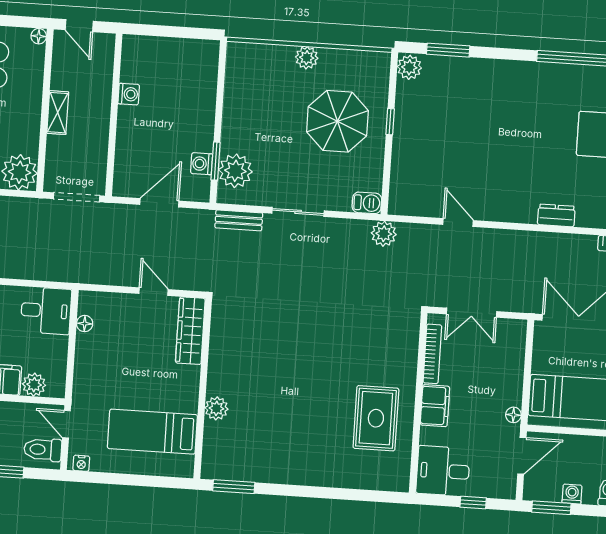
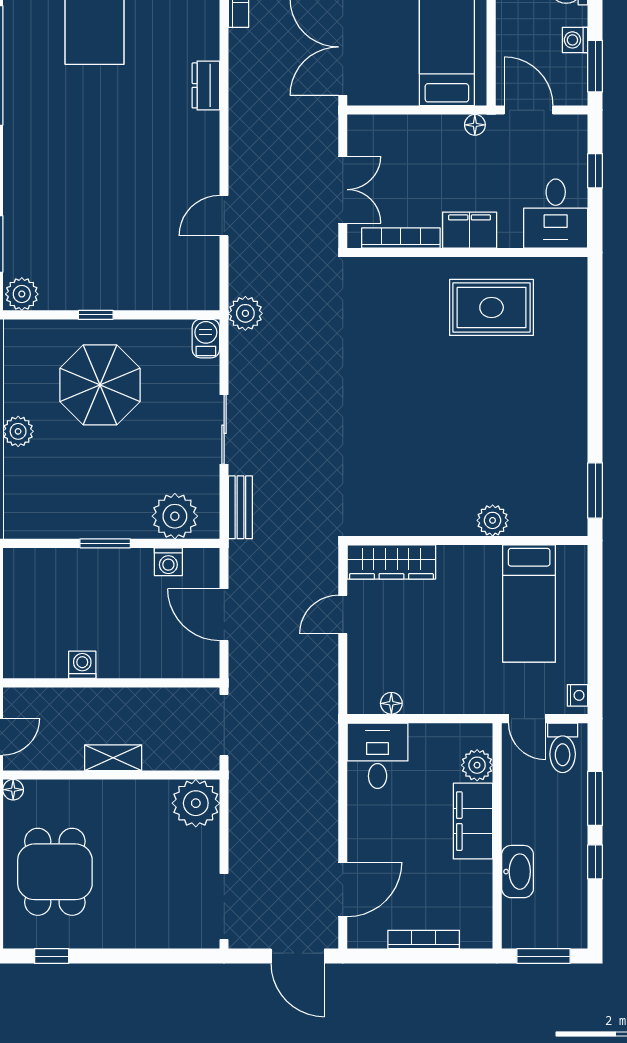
window: (216, 161) -> (105, 543), moved
door: (66, 424) -> (527, 719), hinge flipped

